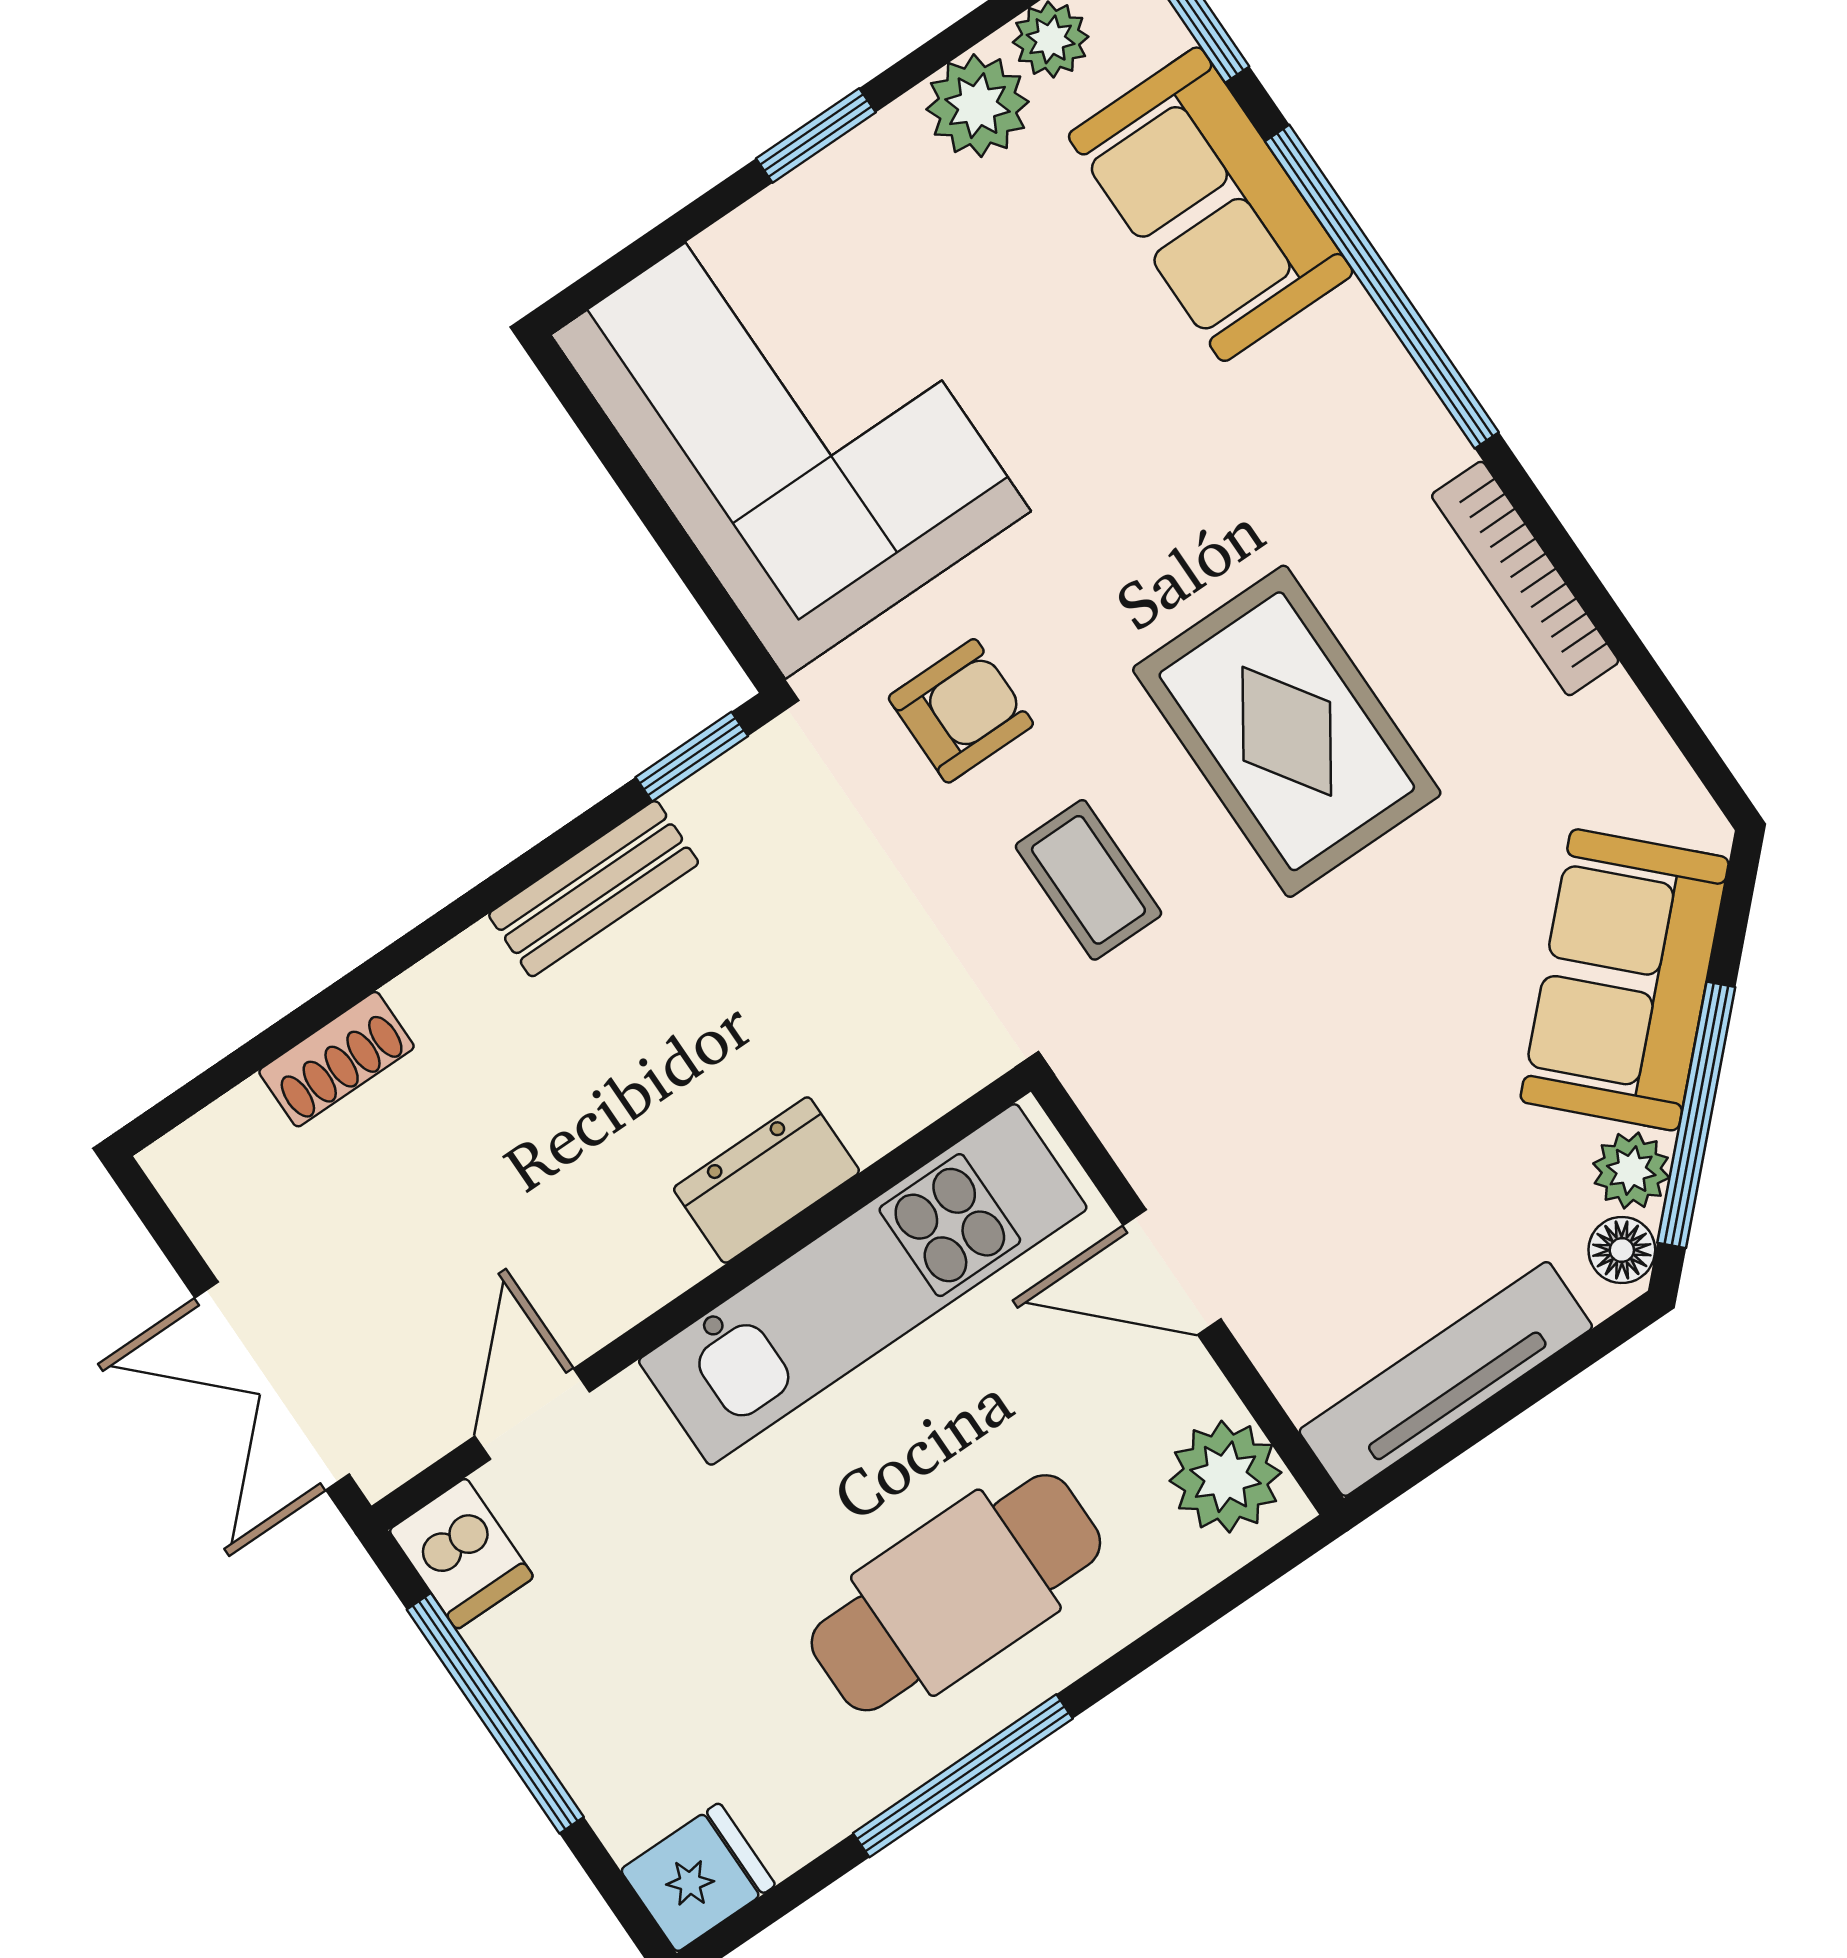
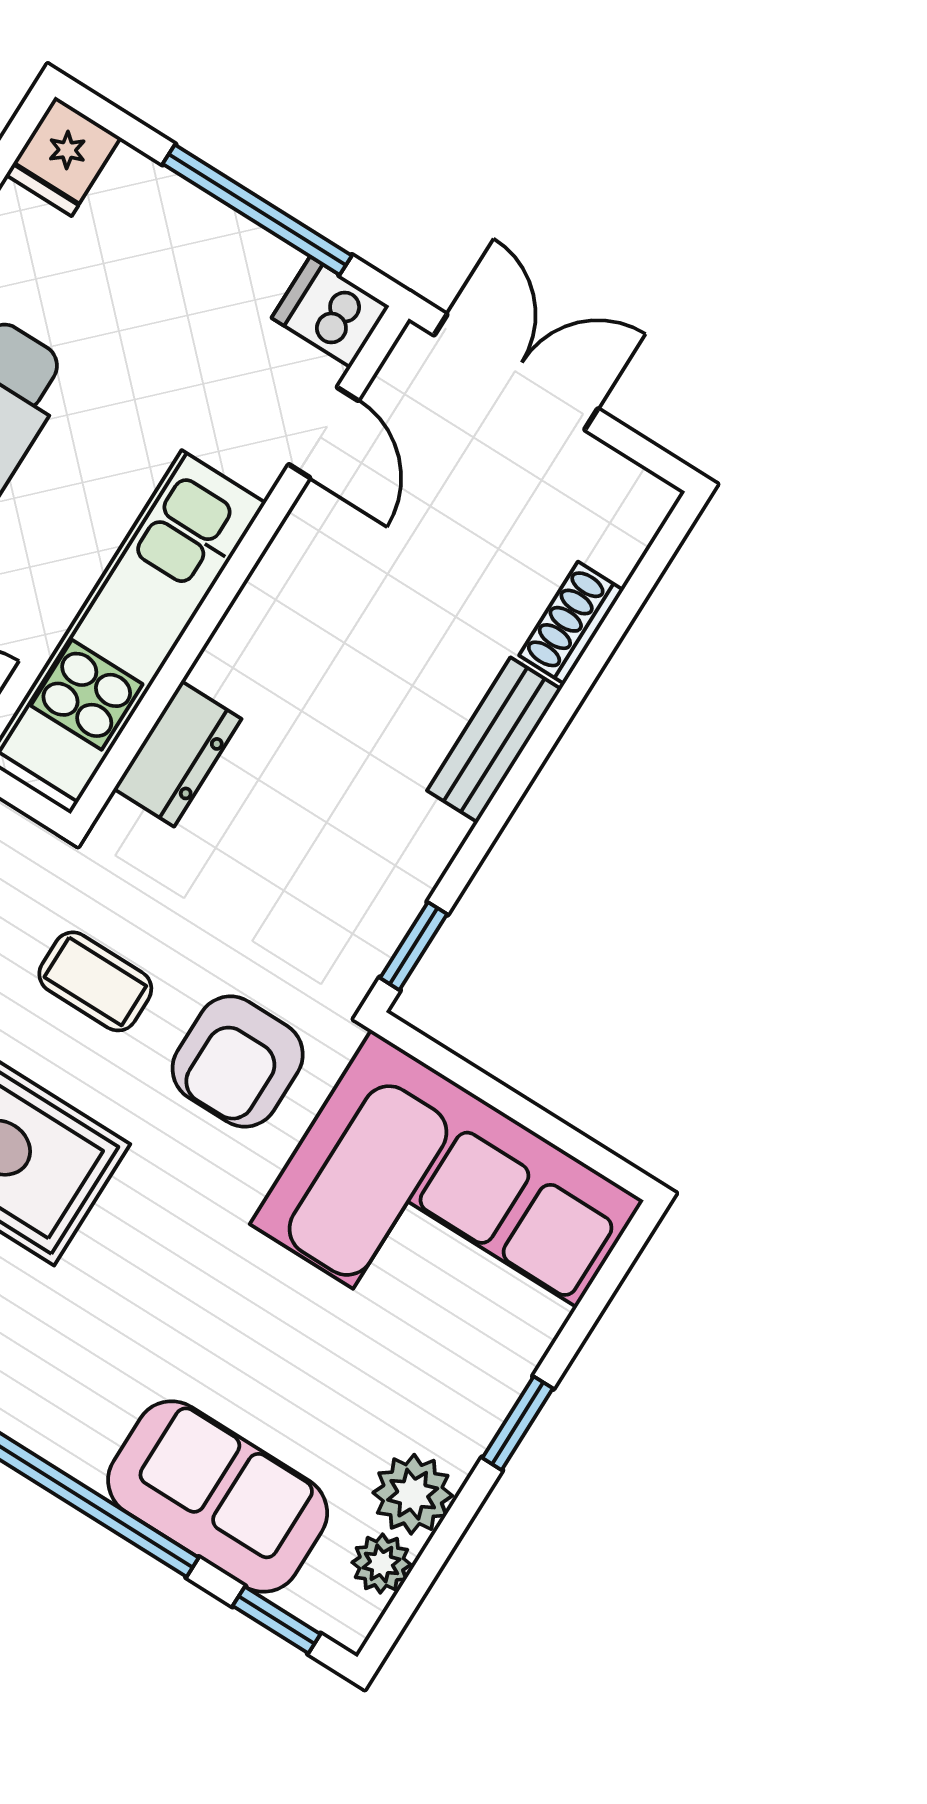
armchair: (961, 711) -> (238, 1062), width x1.38, depth x1.38
bench: (594, 889) -> (494, 740), moved
dresser: (766, 1180) -> (178, 754), moved

